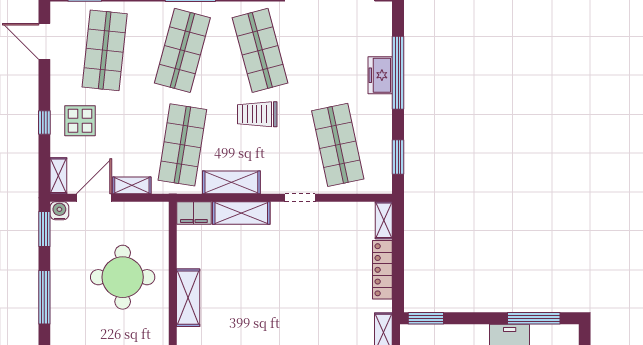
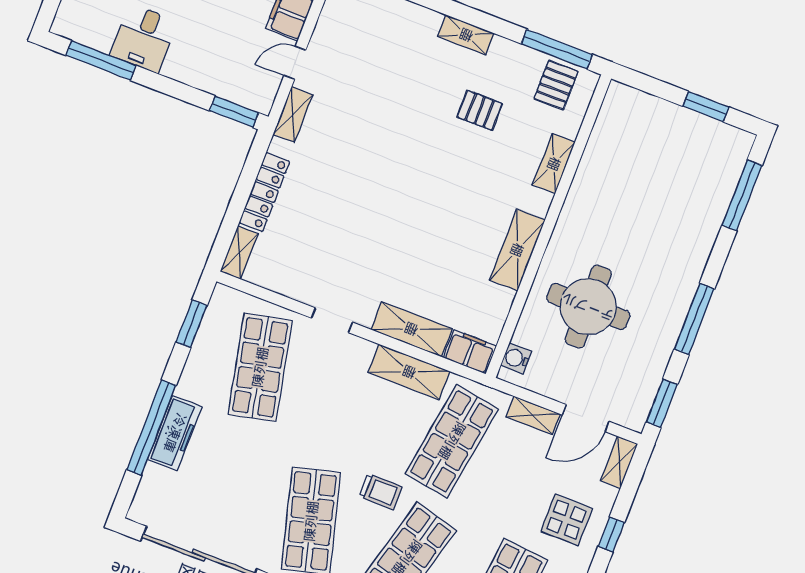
freezer: (380, 75) -> (175, 433), width x1.40
trolley: (257, 114) -> (381, 492), moved, width x0.73, depth x0.72
water cooler: (59, 211) -> (516, 358), moved, turned 90

